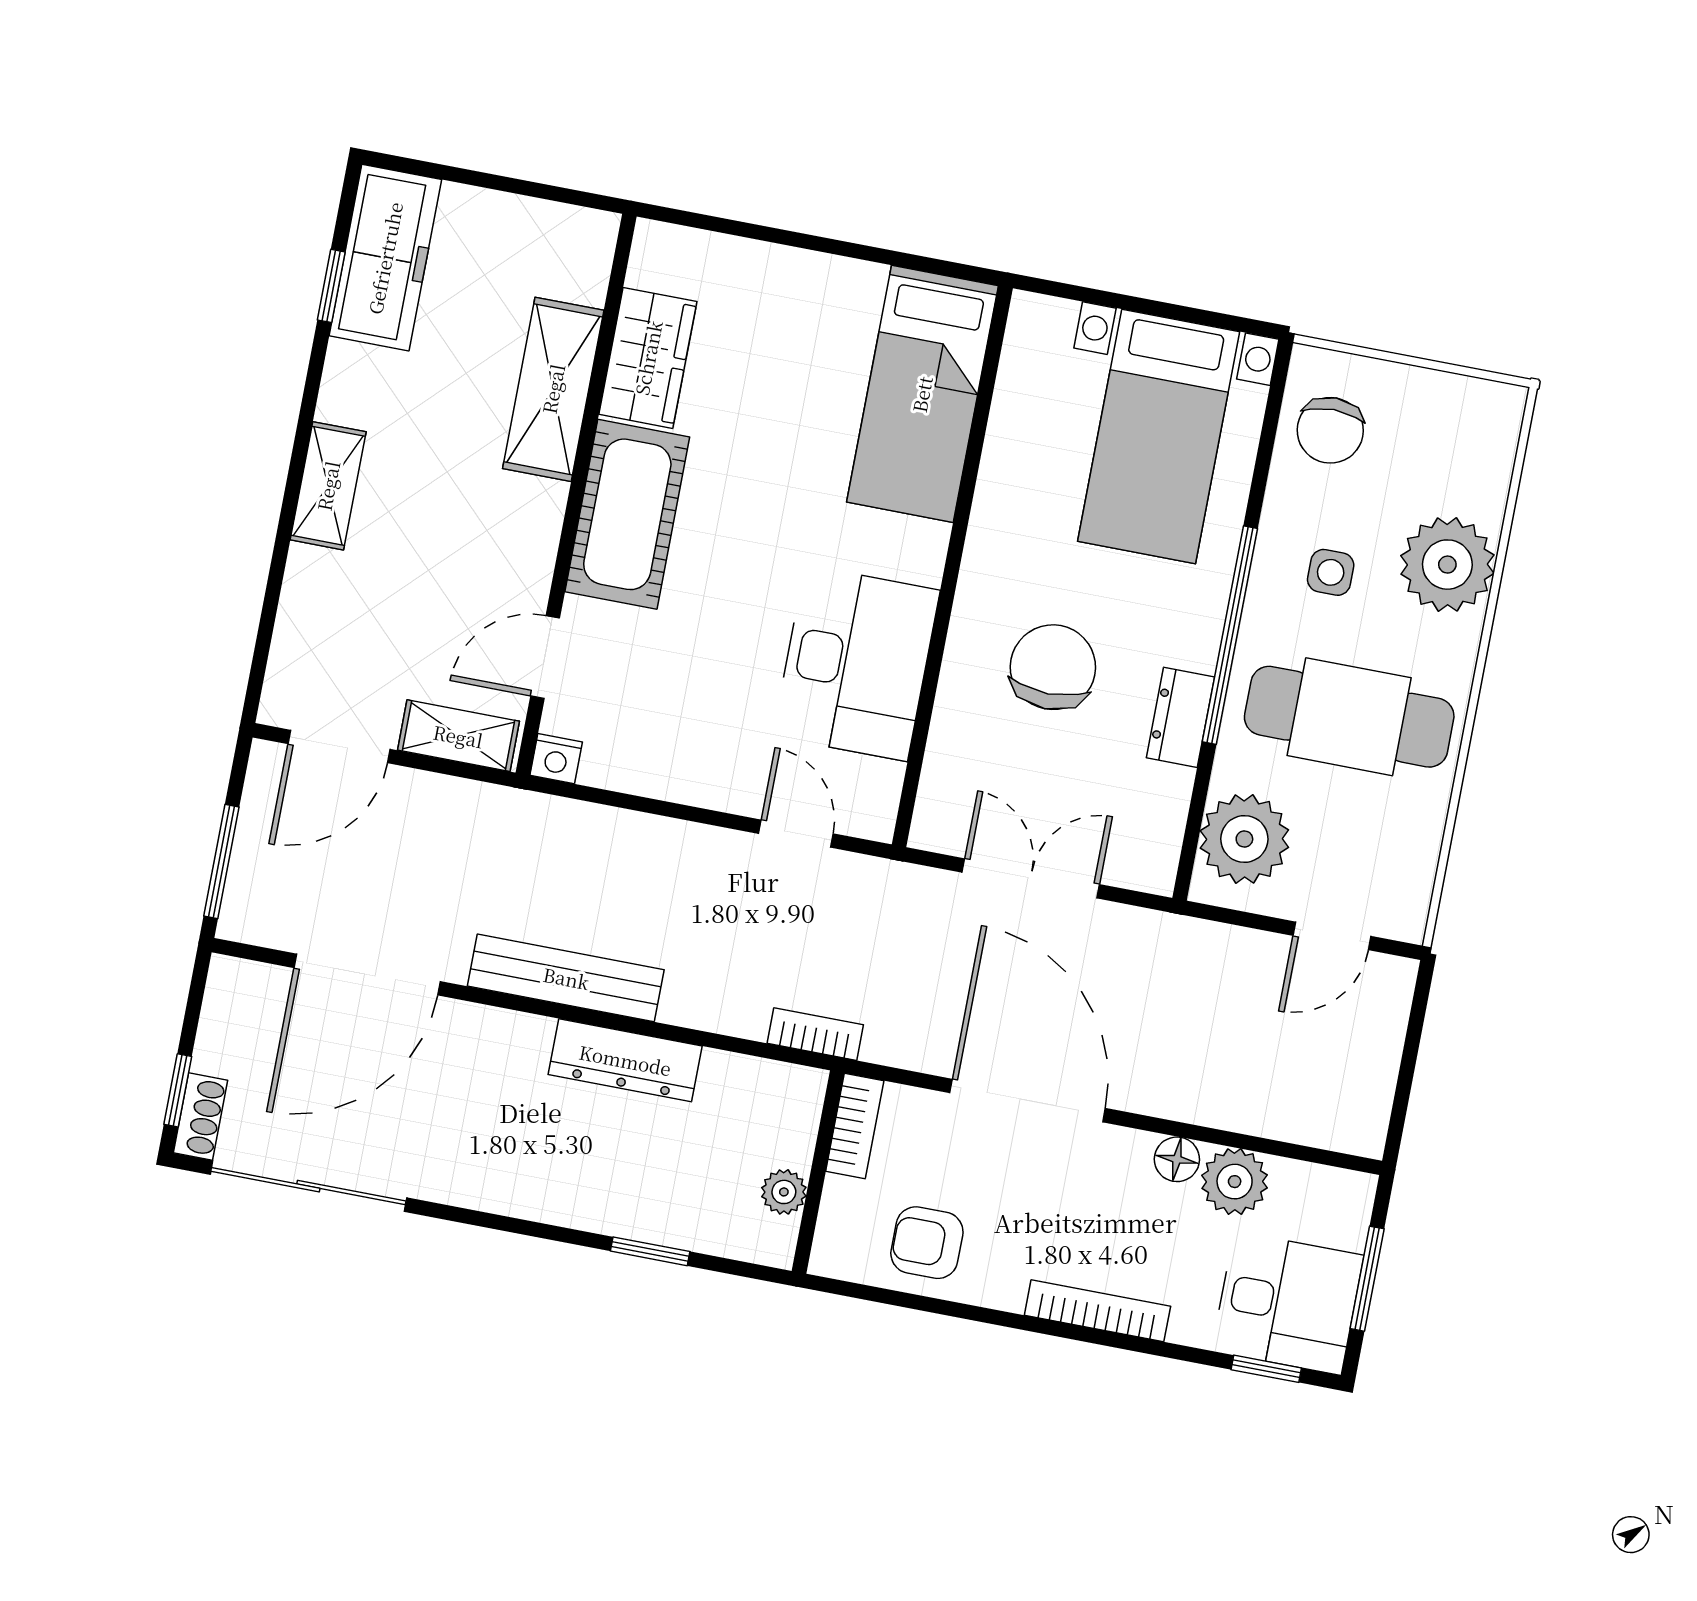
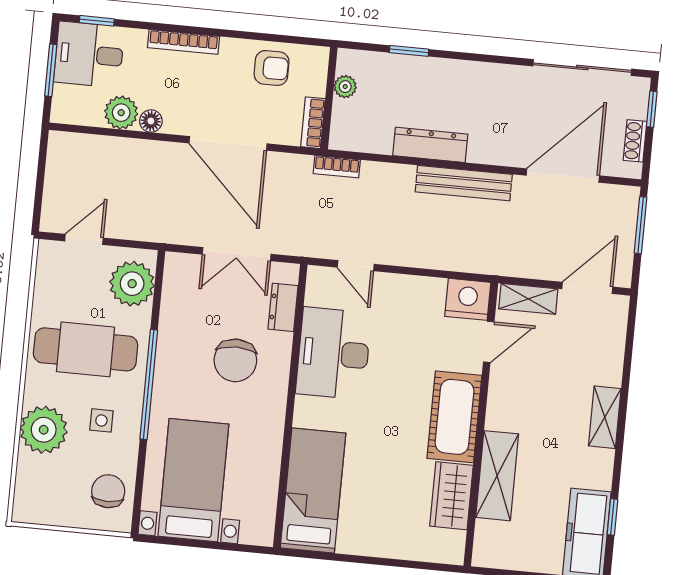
dresser: (1180, 717) -> (283, 307), moved, turned 180
nightstand: (556, 759) -> (468, 299), width x1.89, depth x1.79
shoe rack: (200, 1116) -> (635, 141), moved

